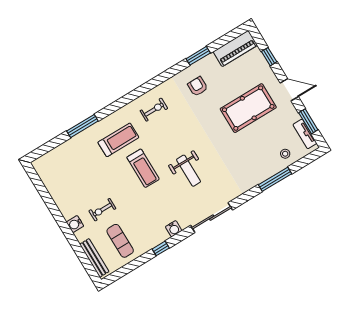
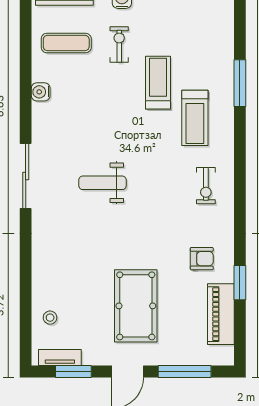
piano: (235, 48) -> (221, 314), moved
window: (269, 57) -> (185, 371), width x2.17
treadmill: (143, 168) -> (158, 83), moved, turned 90
window: (275, 179) -> (26, 285), removed
water cooler: (174, 229) -> (41, 92), moved
window: (161, 248) -> (26, 88), removed

